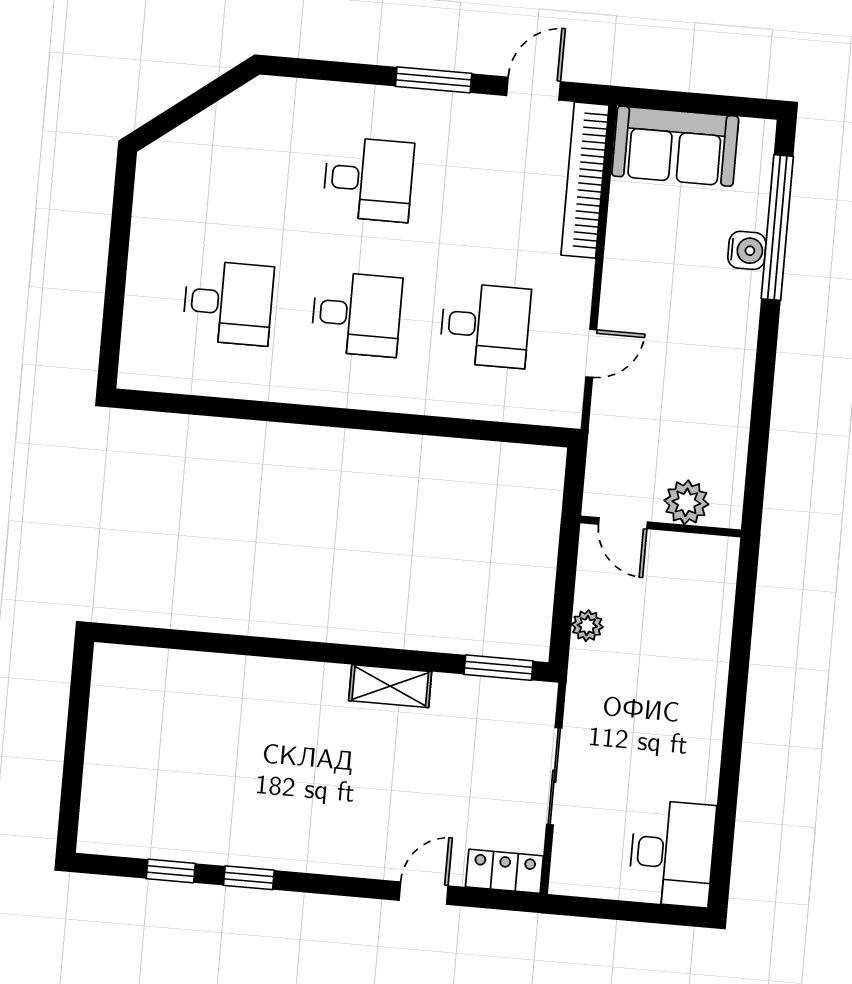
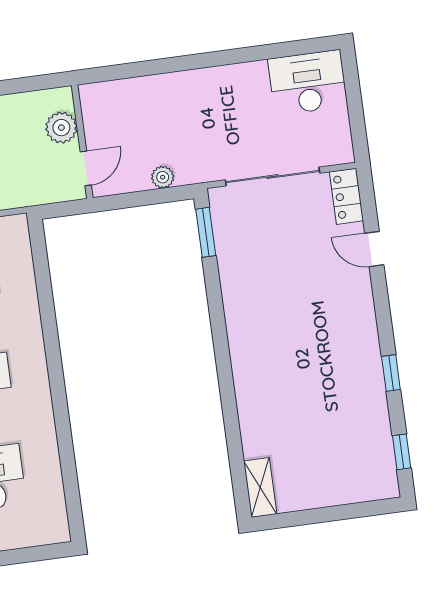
shelving: (390, 686) -> (260, 487), moved
sliding door: (554, 776) -> (273, 177), width x1.37
window: (171, 871) -> (402, 452), moved

